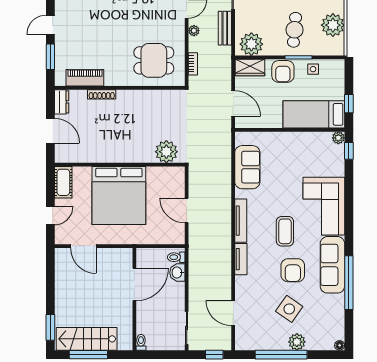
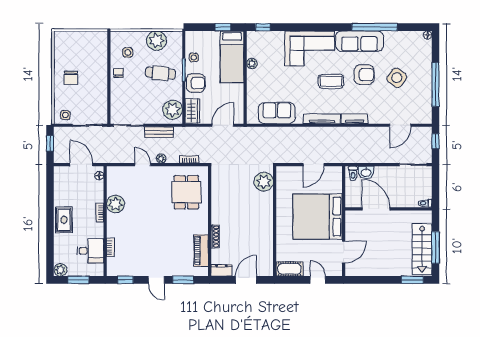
plant: (338, 138) -> (252, 64), moved
bed: (119, 196) -> (317, 217), moved, turned 180
plant: (297, 342) -> (425, 71), removed

